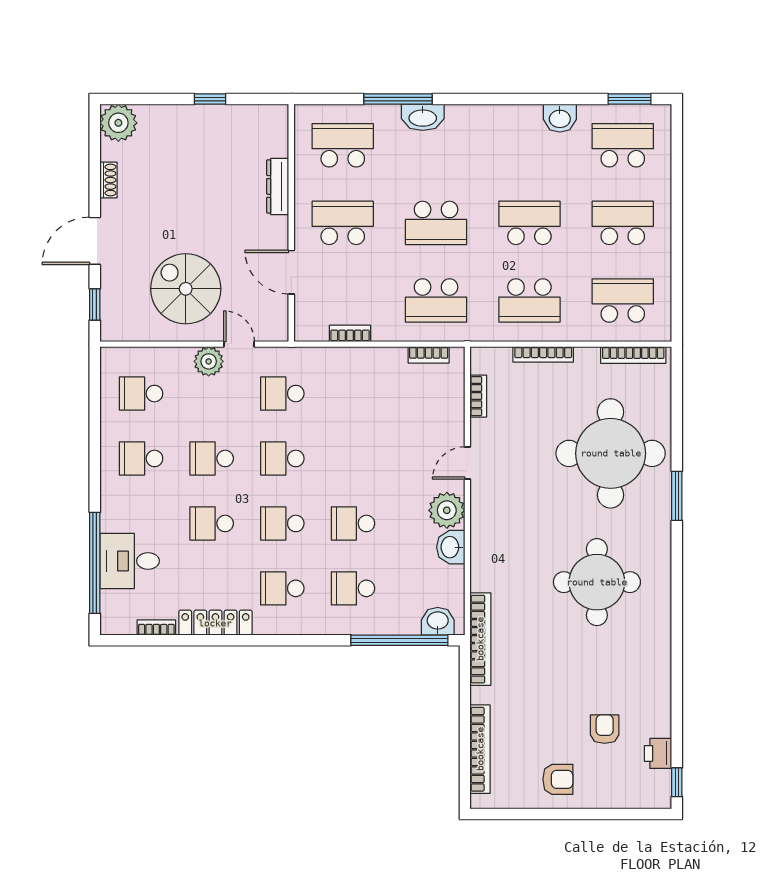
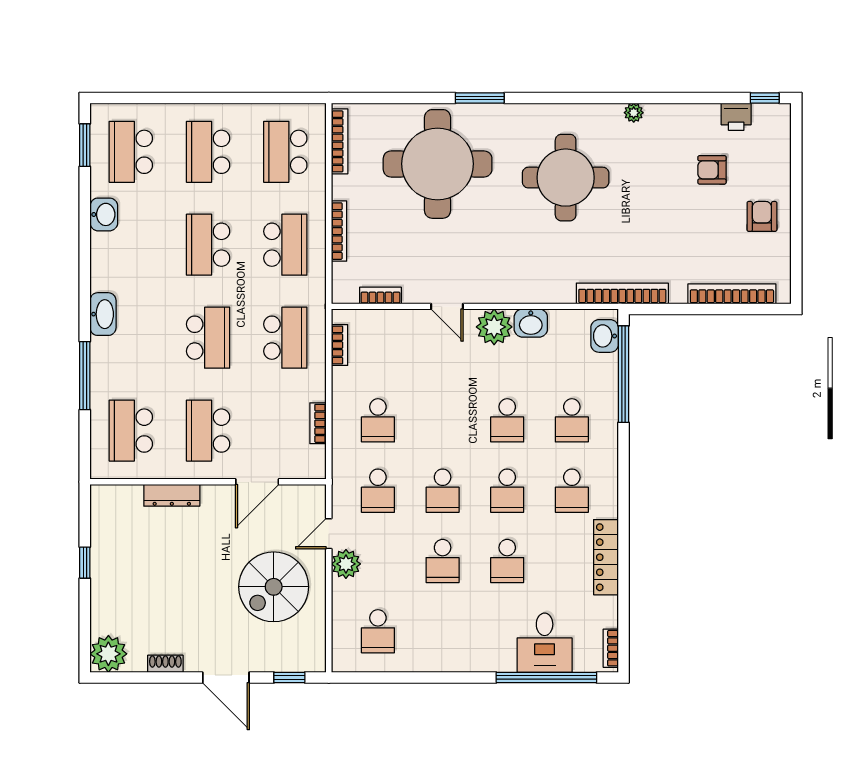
washbasin: (423, 117) -> (103, 314), moved
school desk: (141, 458) -> (378, 420), moved
bookcase: (156, 628) -> (611, 648), moved
plant: (662, 650) -> (634, 113), added

